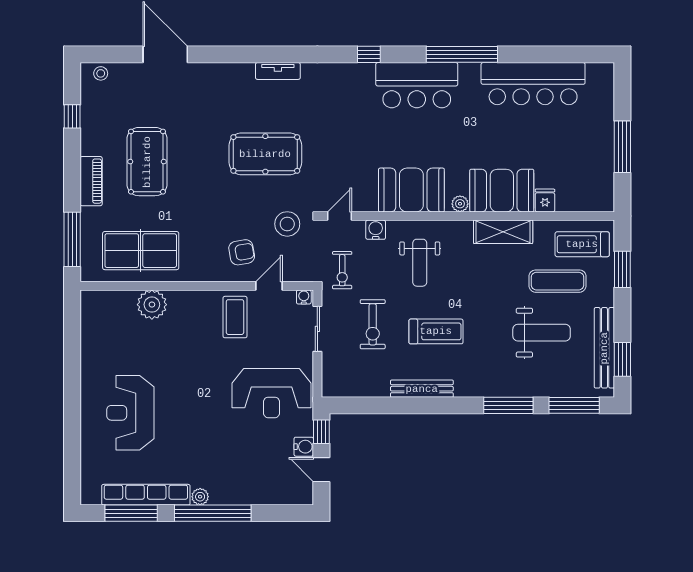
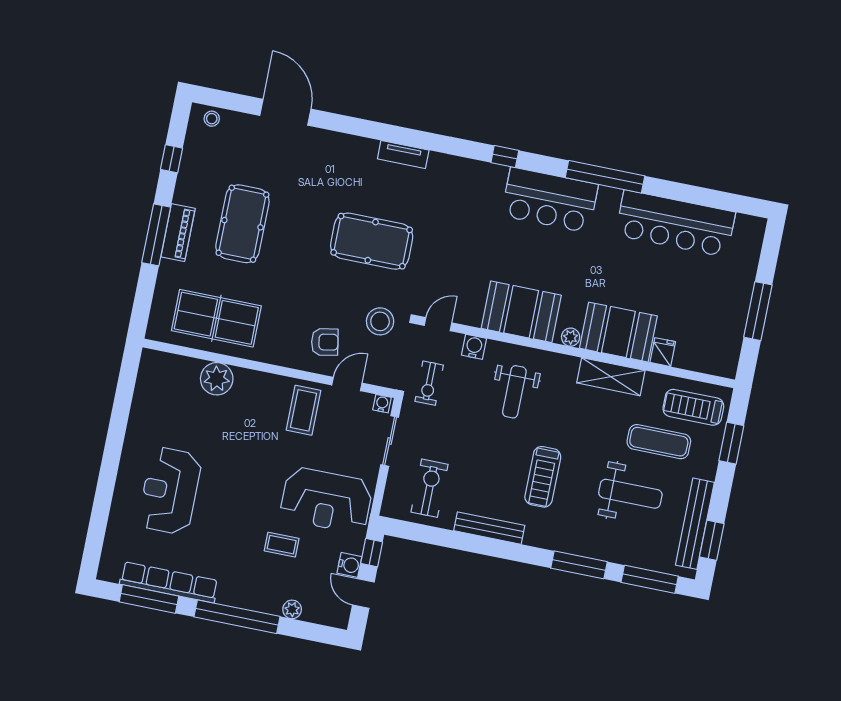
window: (72, 239) -> (156, 235), moved
exercise bike: (373, 324) -> (429, 488), moved, turned 180
treadmill: (436, 331) -> (543, 477), moved, turned 90
coffee table: (240, 441) -> (282, 545), added
plant: (200, 497) -> (292, 609), moved

